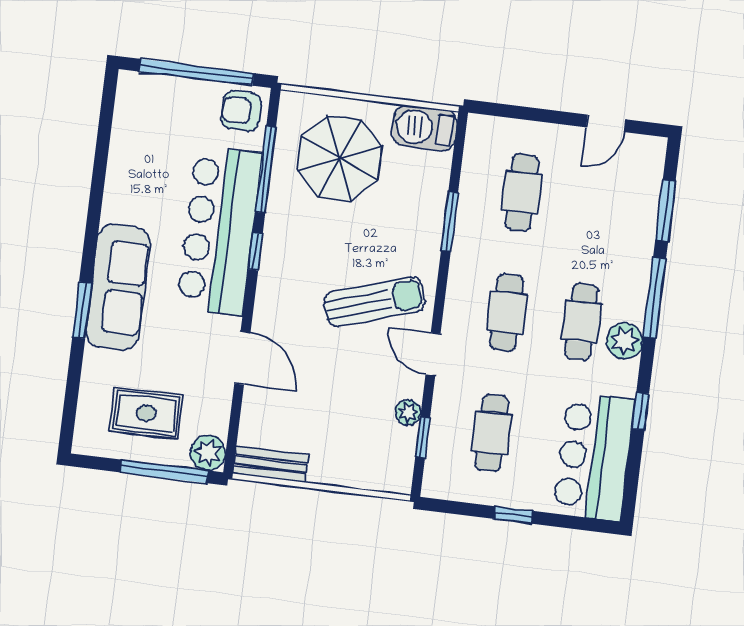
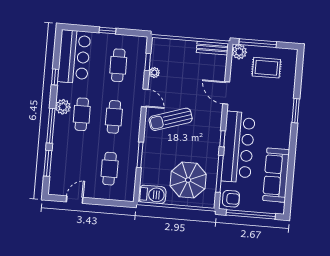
sofa: (118, 287) -> (276, 175), moved

